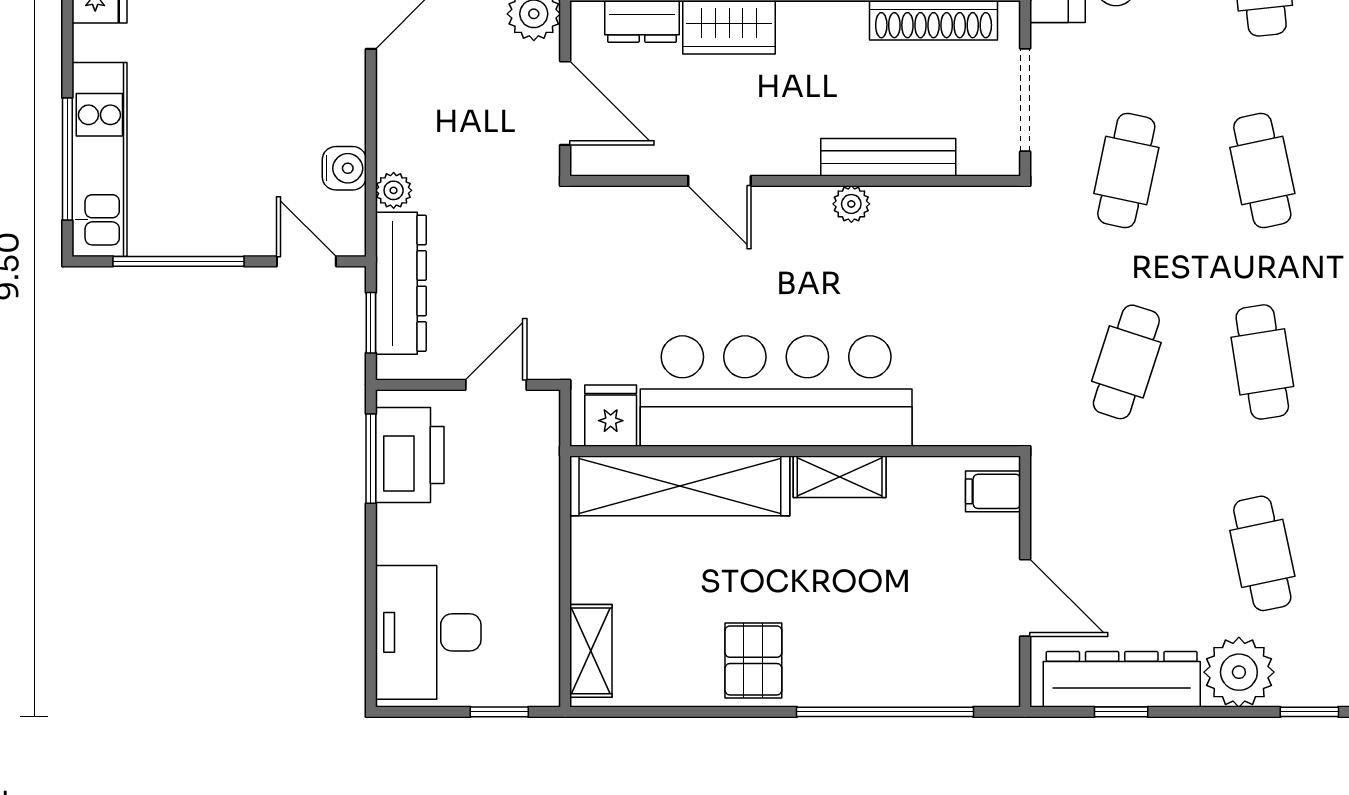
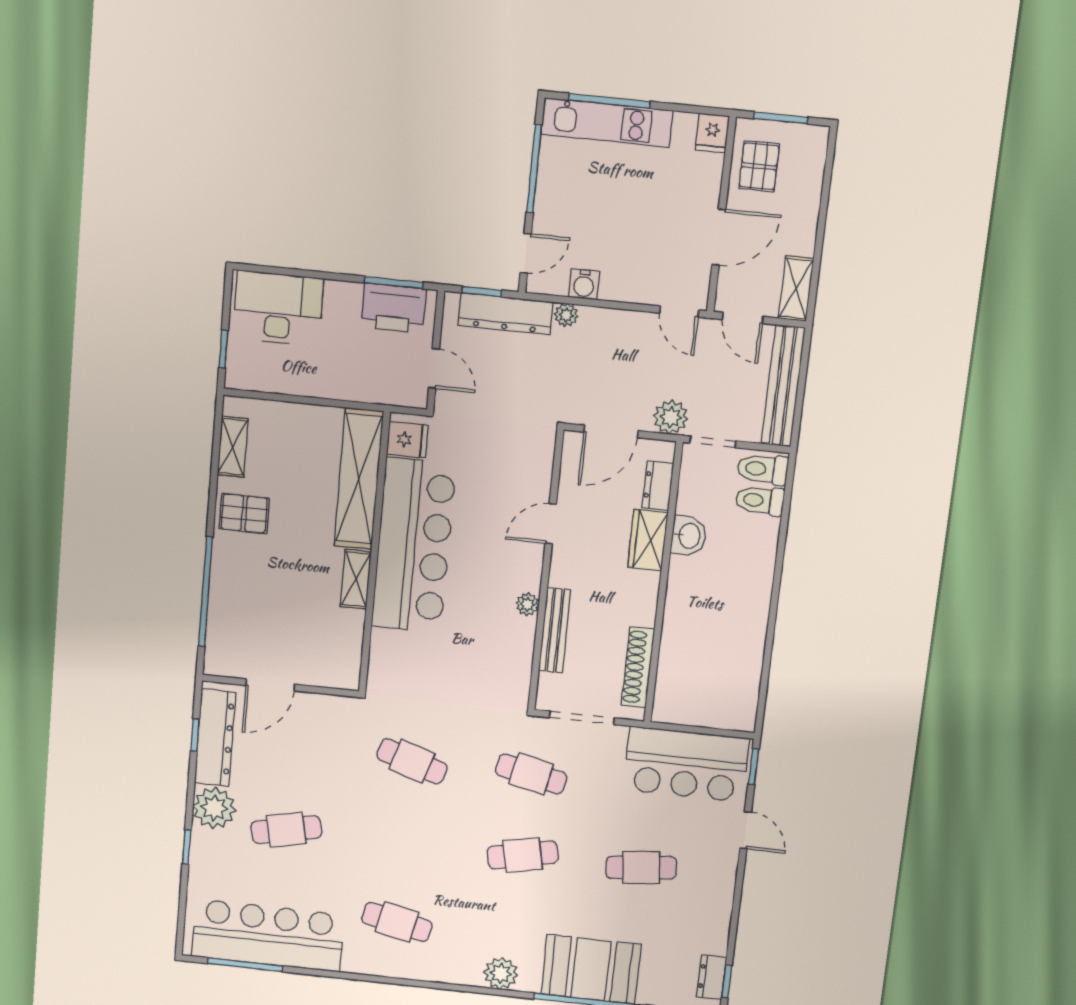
cafe table: (1262, 362) -> (404, 842), removed
filing cabinet: (993, 491) -> (338, 672), removed
shelving: (591, 651) -> (233, 447), moved, turned 90

